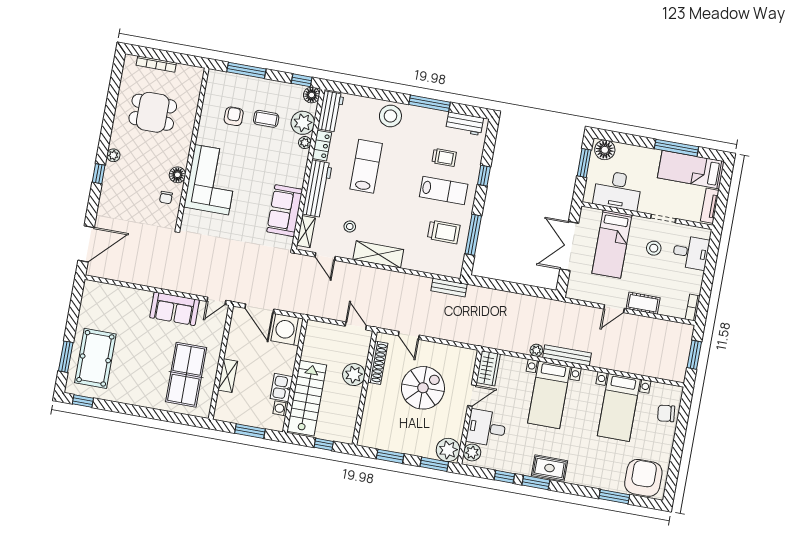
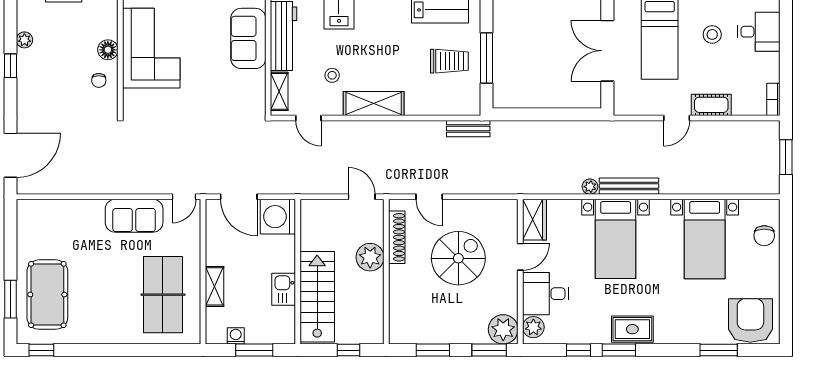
sofa: (285, 211) -> (248, 38), moved
washing machine: (280, 408) -> (236, 336), moved, turned 90
chair: (666, 413) -> (764, 236), turned -84

